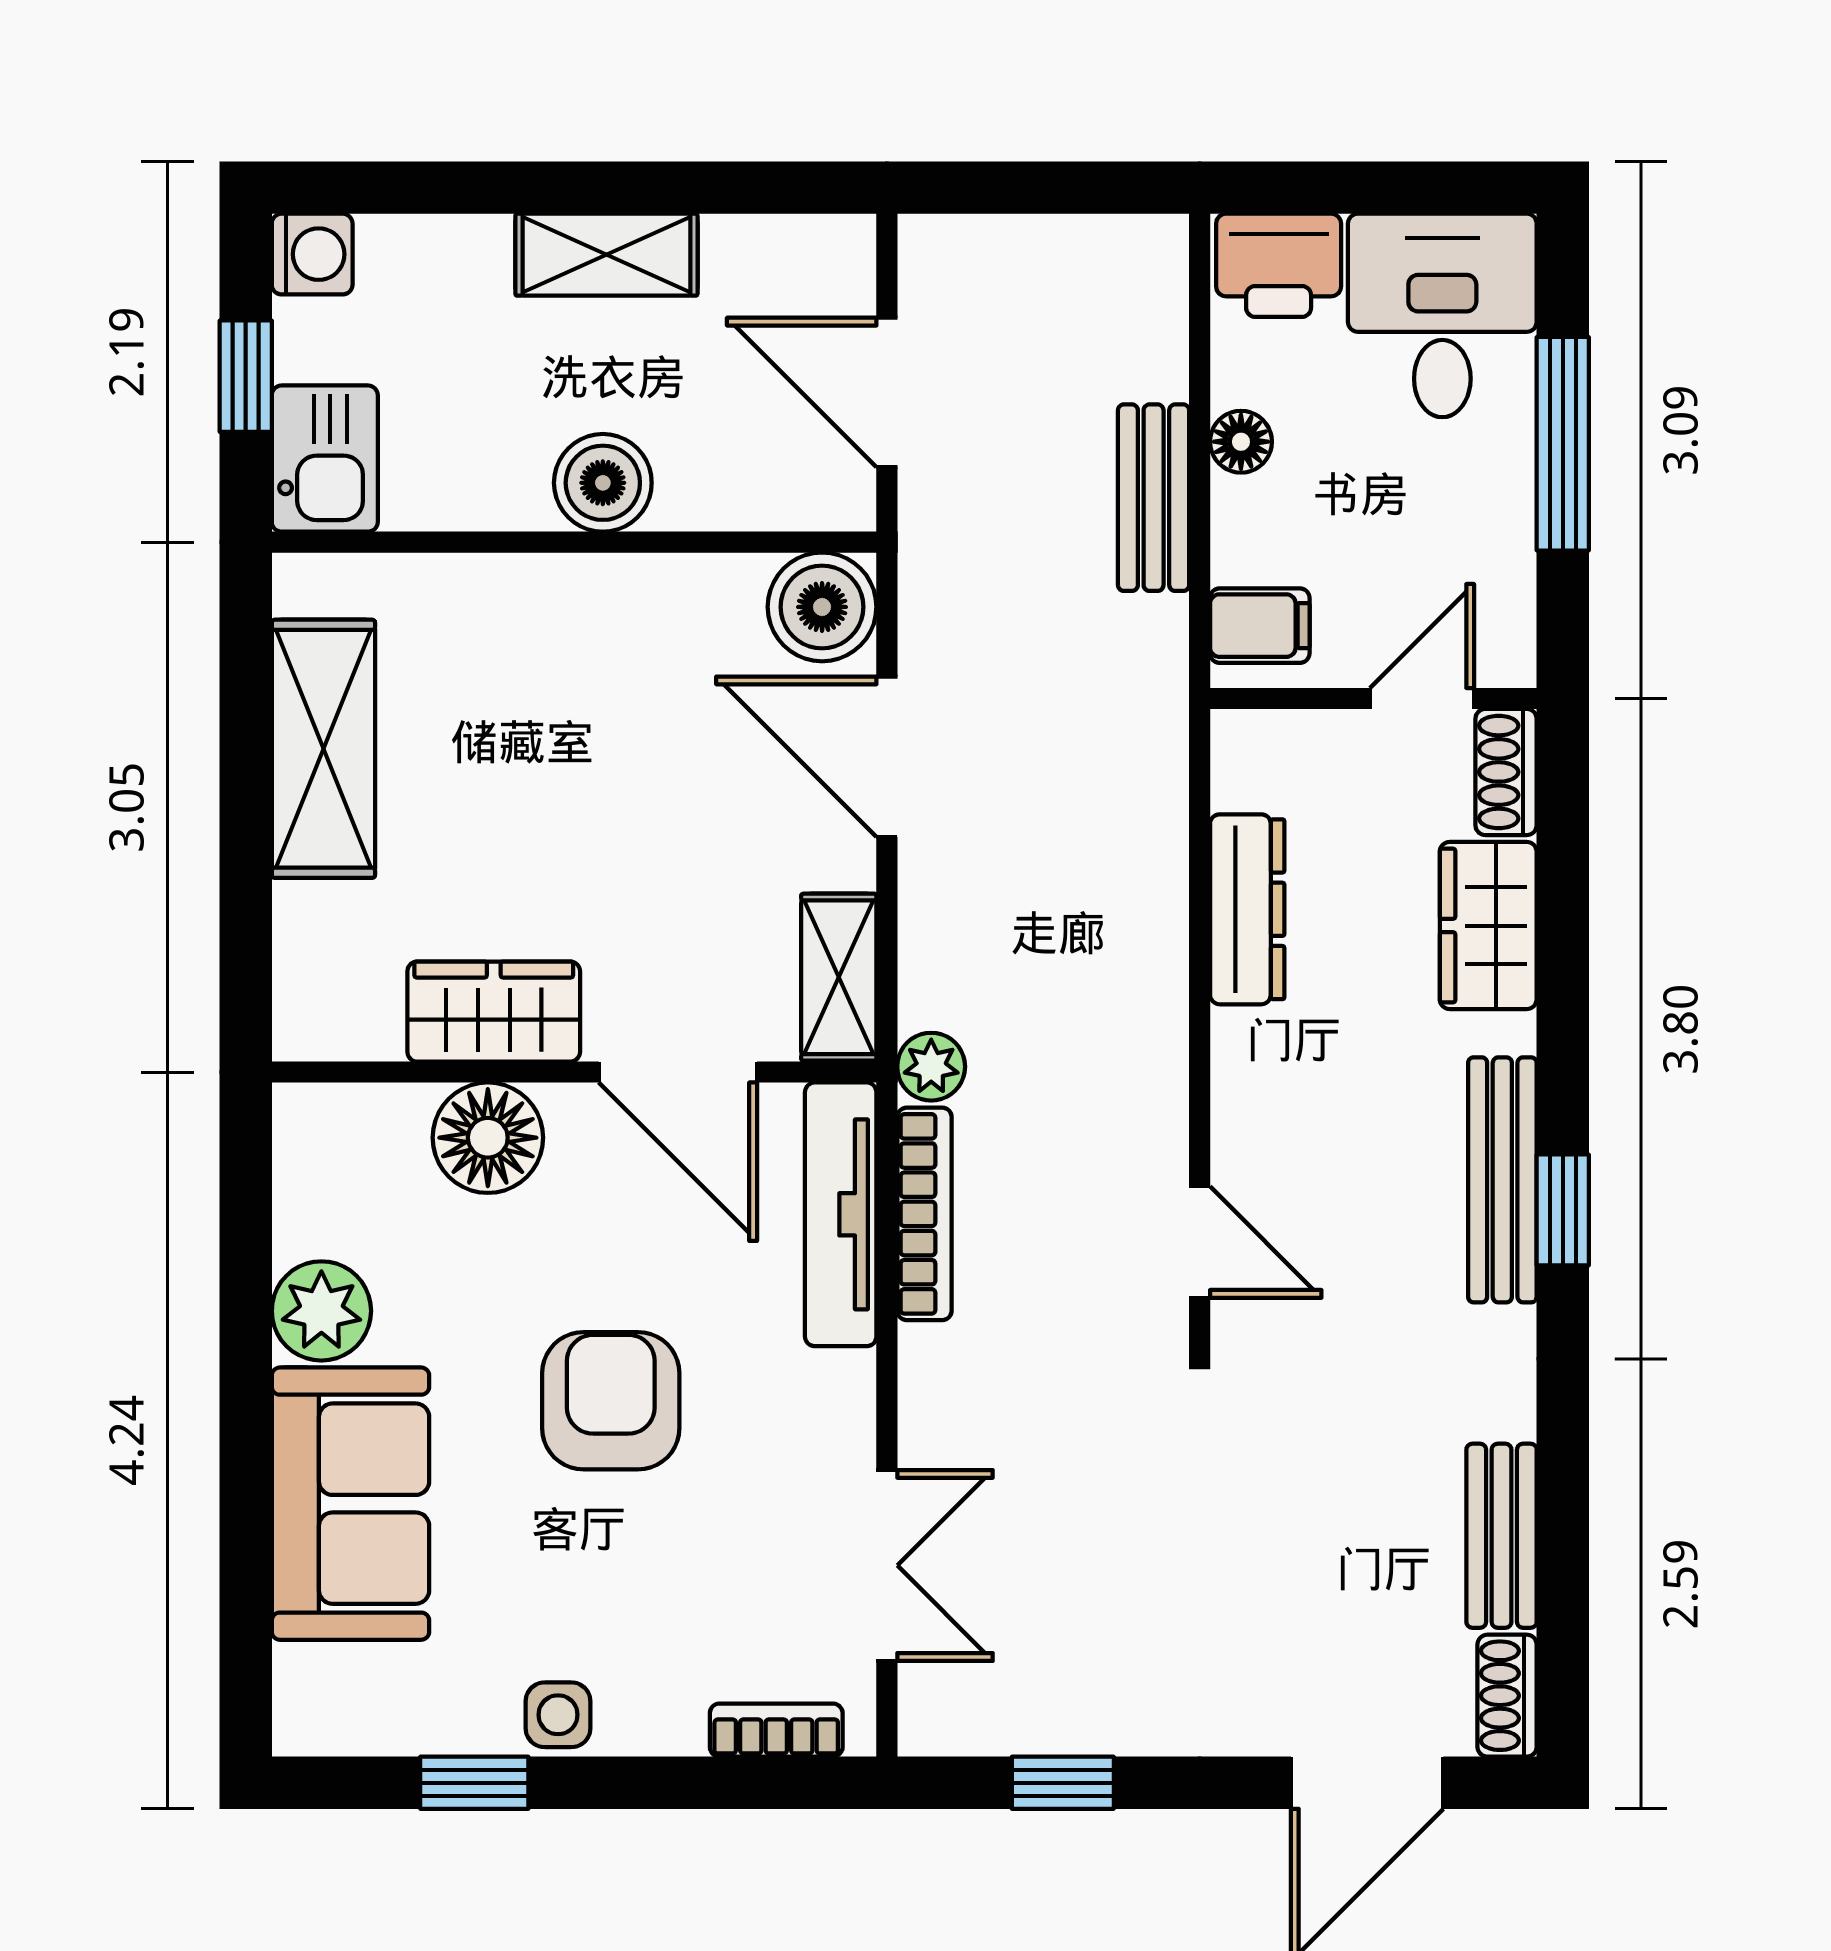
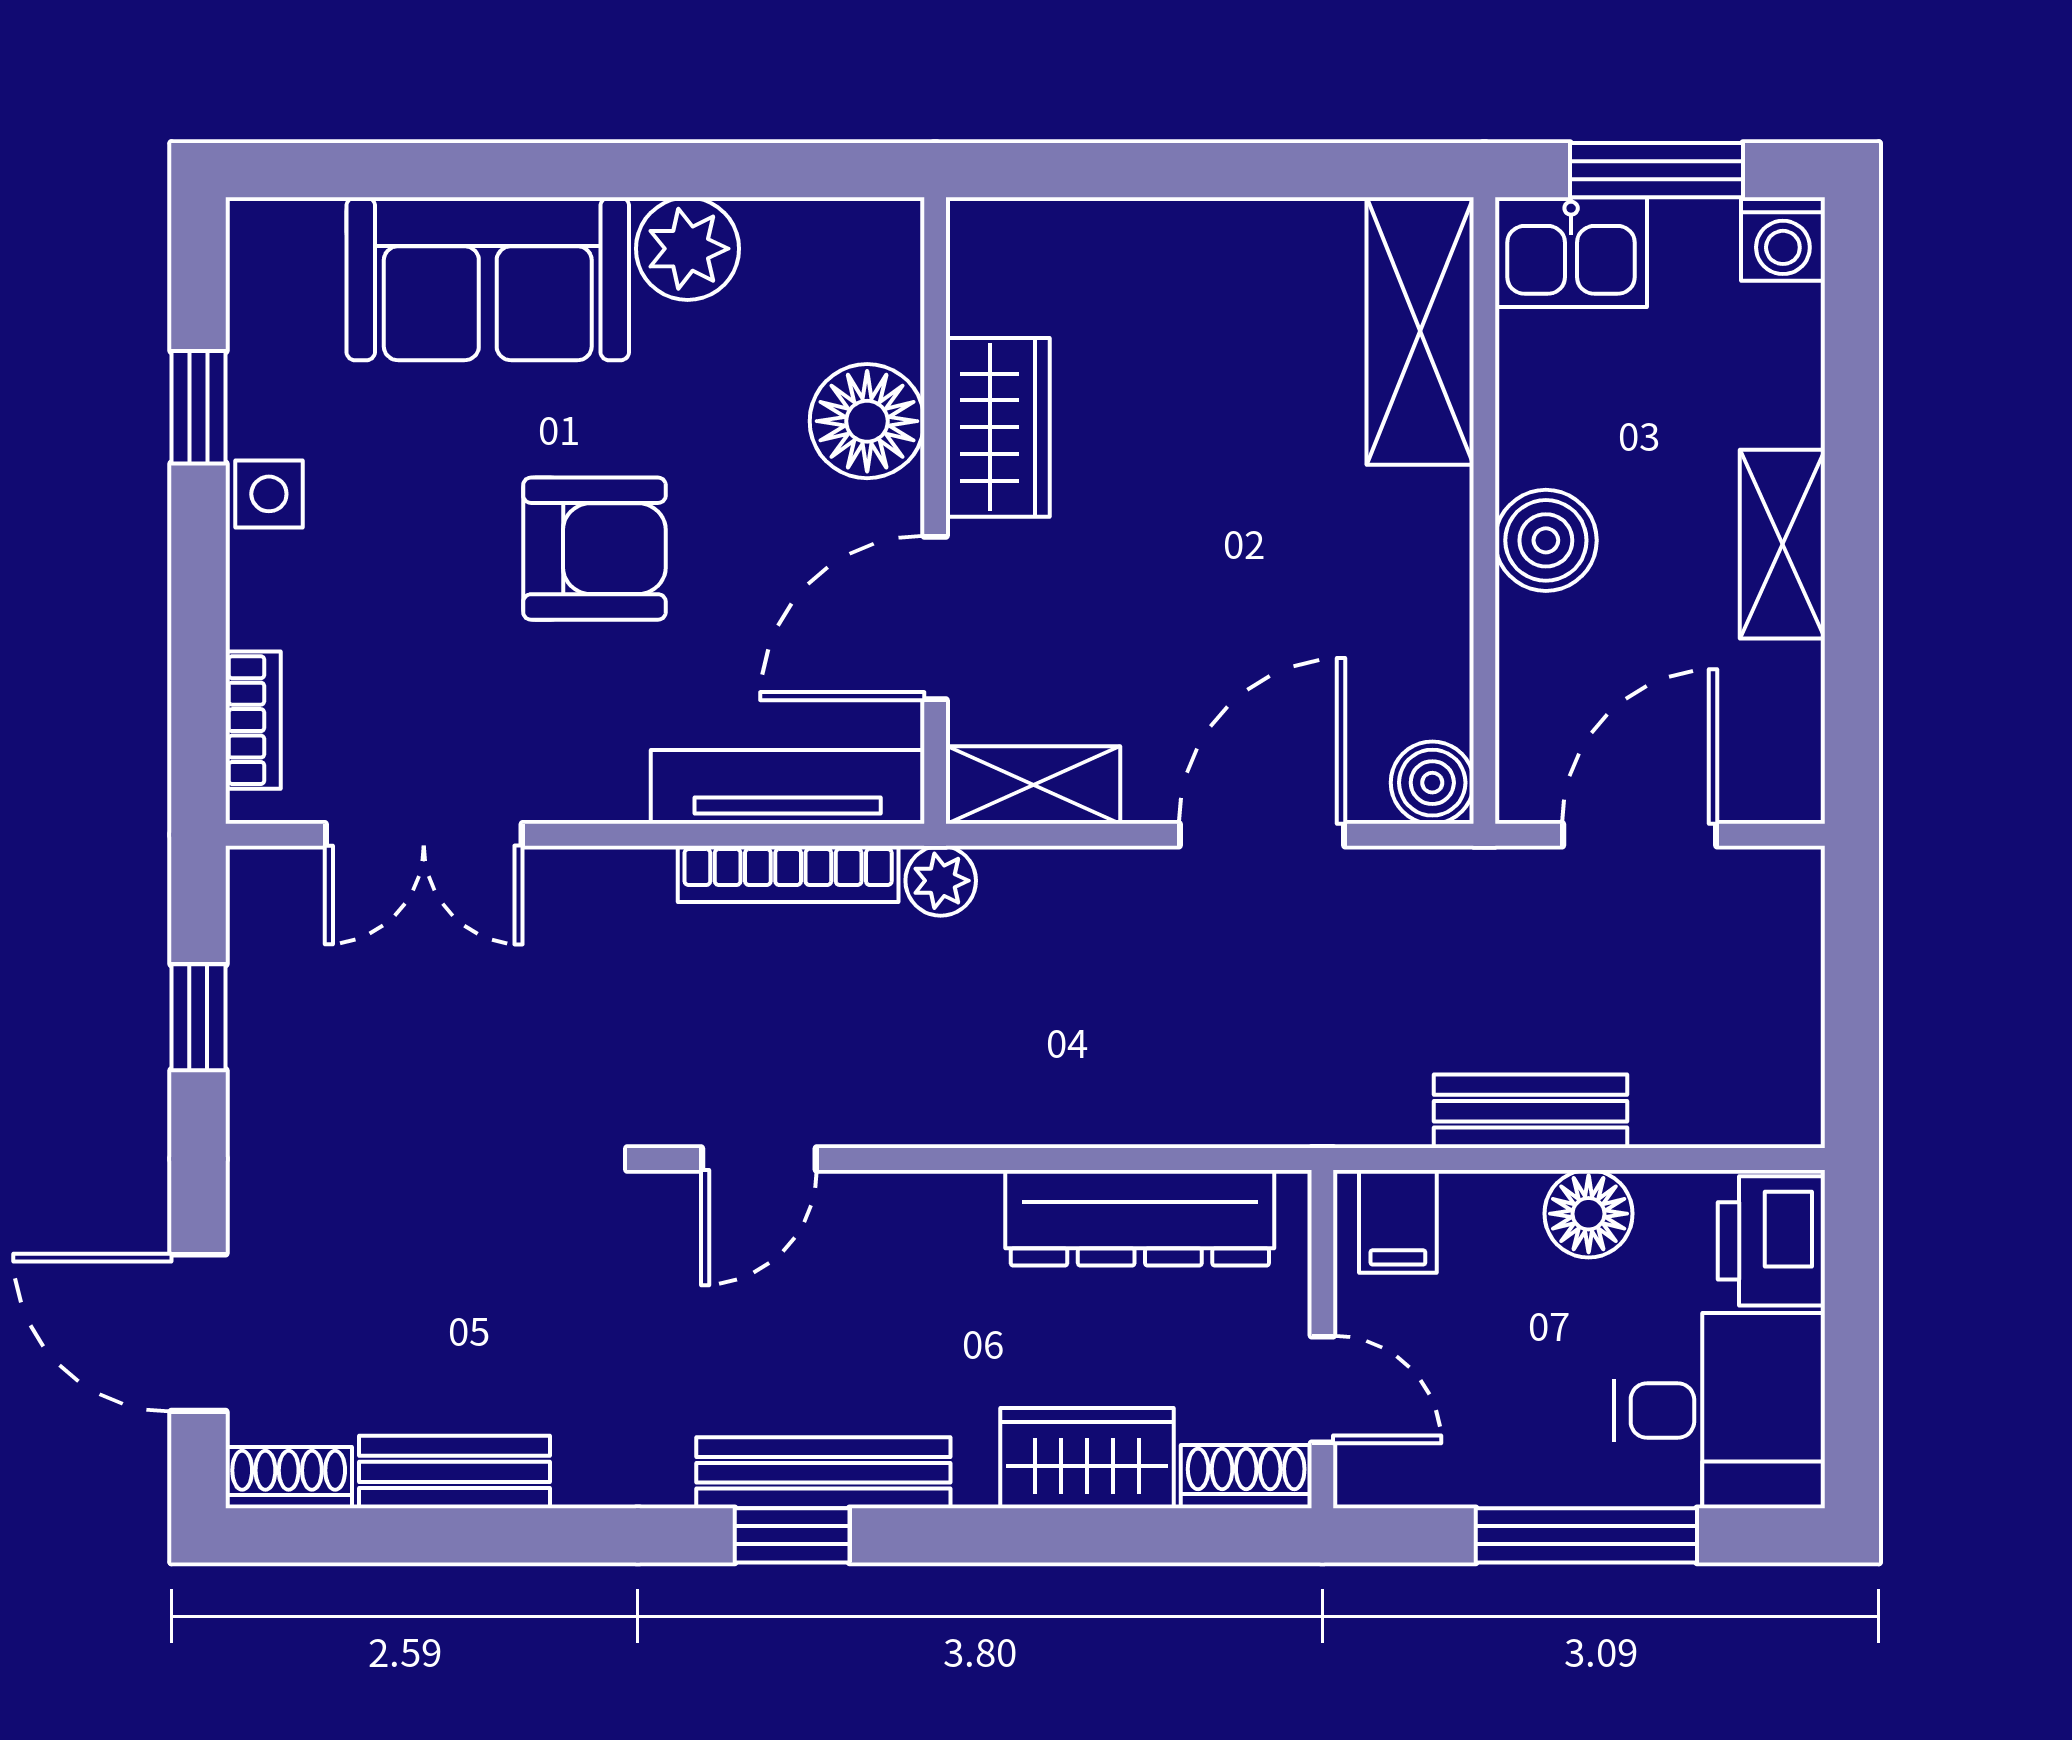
window: (246, 376) -> (1656, 170), width x1.50
floor lamp: (1241, 442) -> (1589, 1214), width x1.37, depth x1.37
boiler: (822, 607) -> (1432, 783), width x0.73, depth x0.73
shelving: (323, 749) -> (1420, 331), moved, turned 90
dresser: (1247, 909) -> (1140, 1218), width x1.37, depth x1.24

